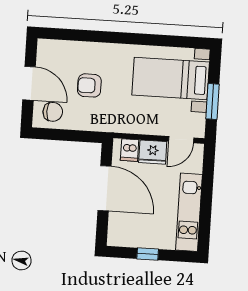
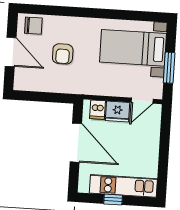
armchair: (89, 85) -> (63, 54), turned -90
chair: (53, 112) -> (33, 26), moved
kitchen unit: (189, 212) -> (123, 186), moved, turned 90

